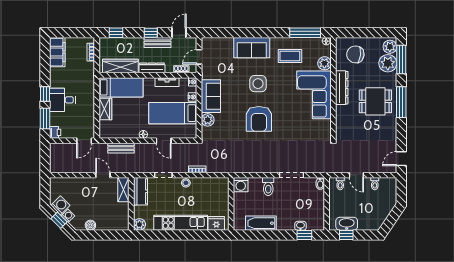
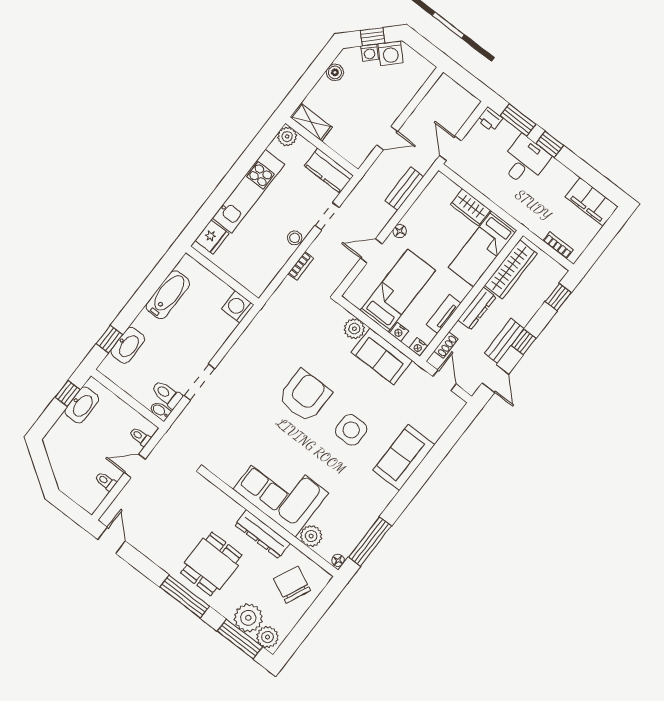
chair: (355, 54) -> (292, 585), turned -72
coffee table: (290, 56) -> (355, 499), removed
armchair: (259, 119) -> (305, 396), turned 90
toilet: (268, 187) -> (167, 394), moved
shelving: (123, 190) -> (311, 122), moved
washbasin: (300, 226) -> (128, 345), width x1.91, depth x1.45

